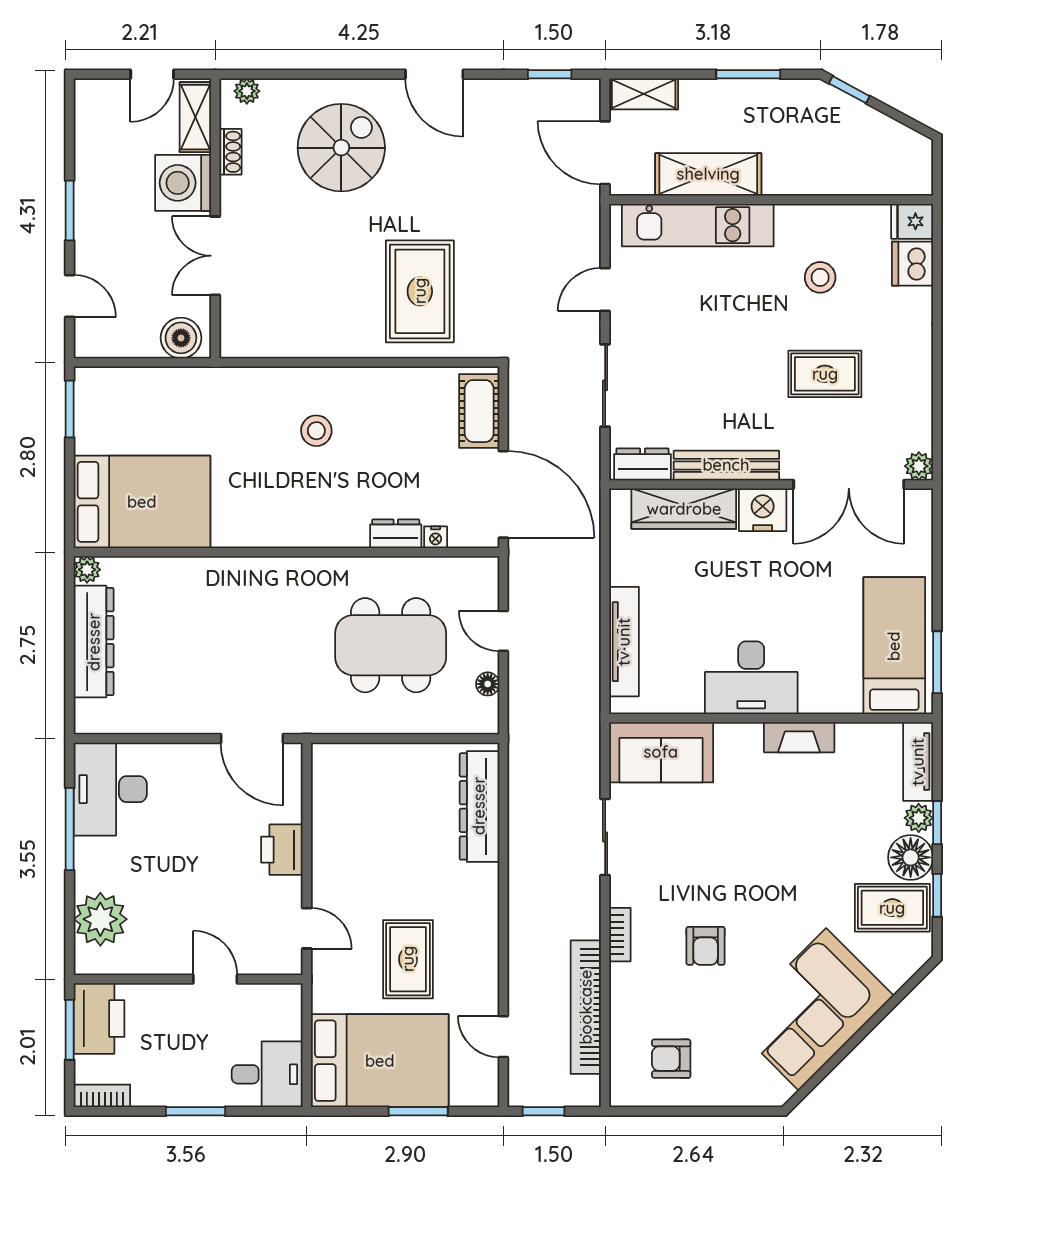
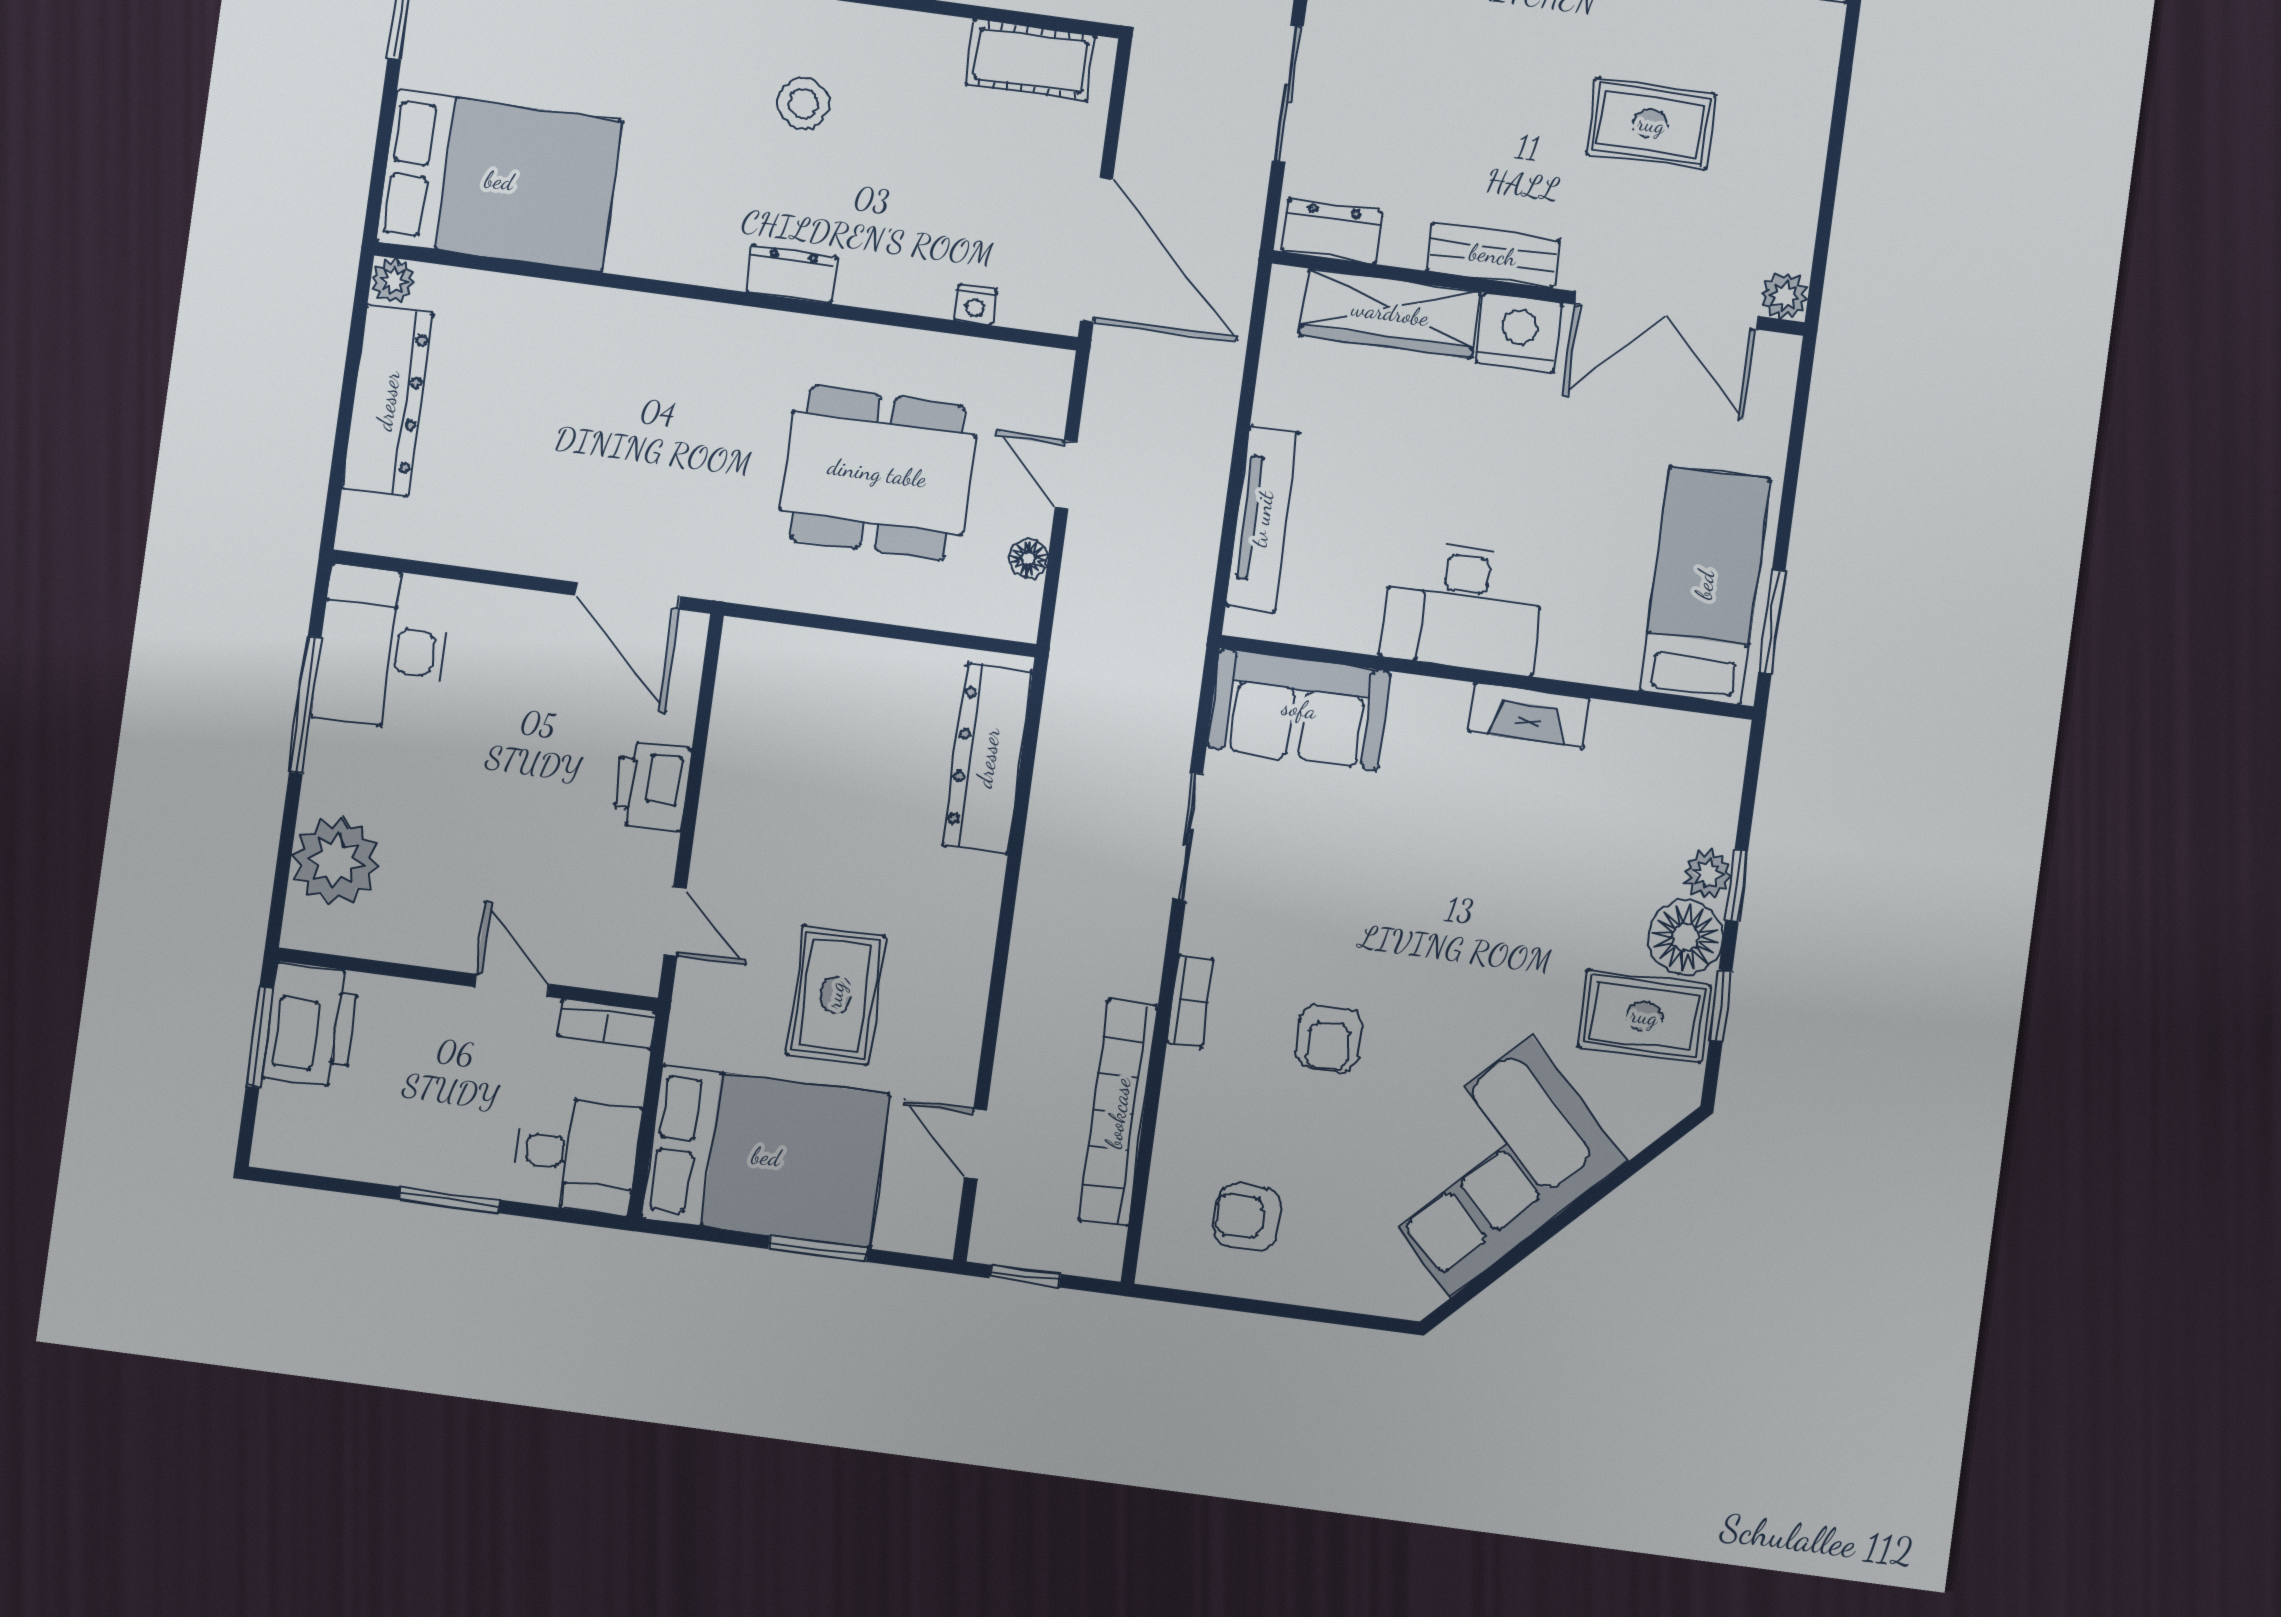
cot: (479, 411) -> (1031, 60), moved, turned 90
bench: (726, 465) -> (1493, 255), width x0.73
dresser: (396, 534) -> (791, 274), moved
tv unit: (918, 762) -> (1719, 781), removed
bookcase: (102, 1096) -> (607, 1024), moved, turned 180

